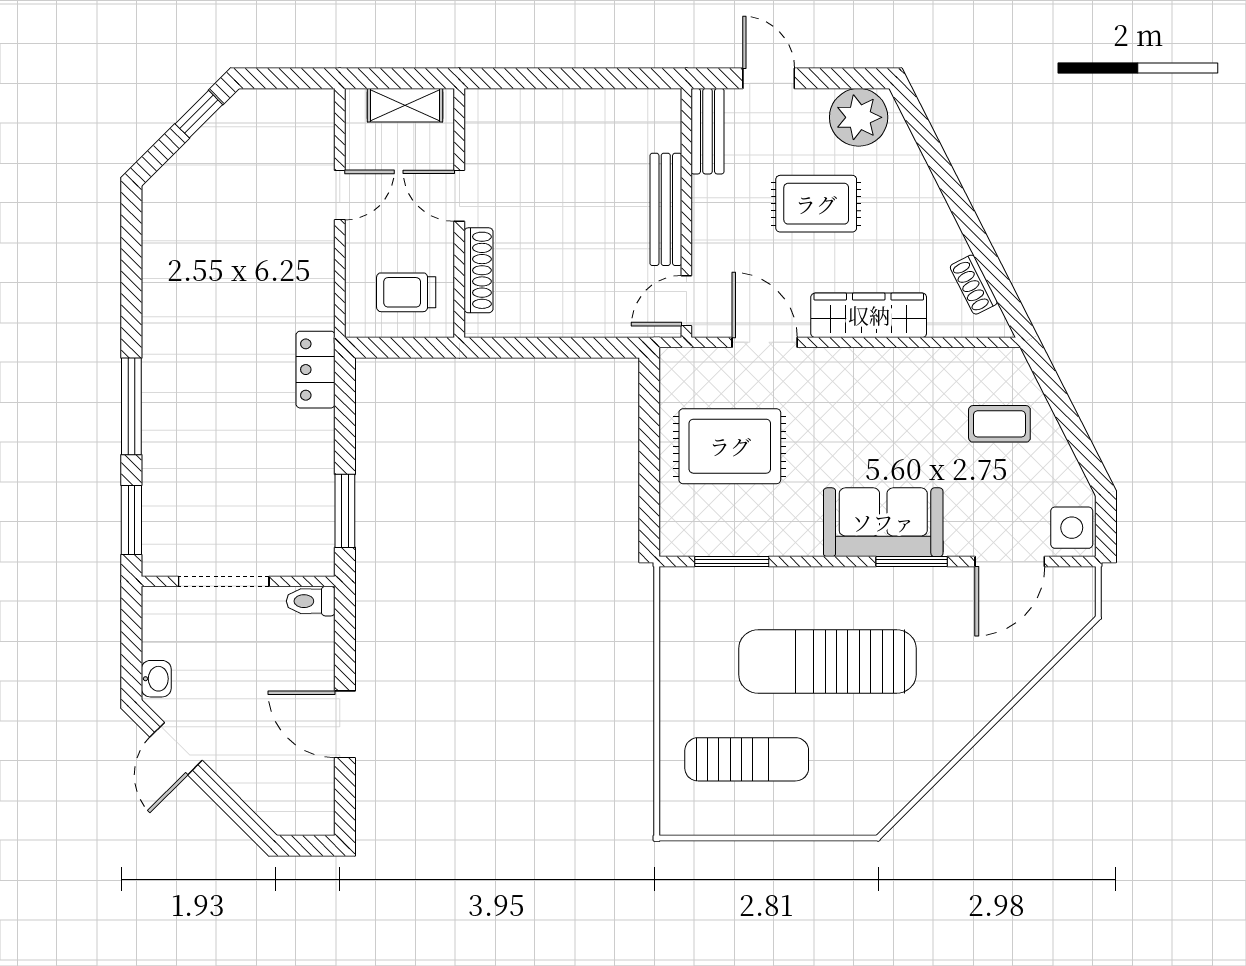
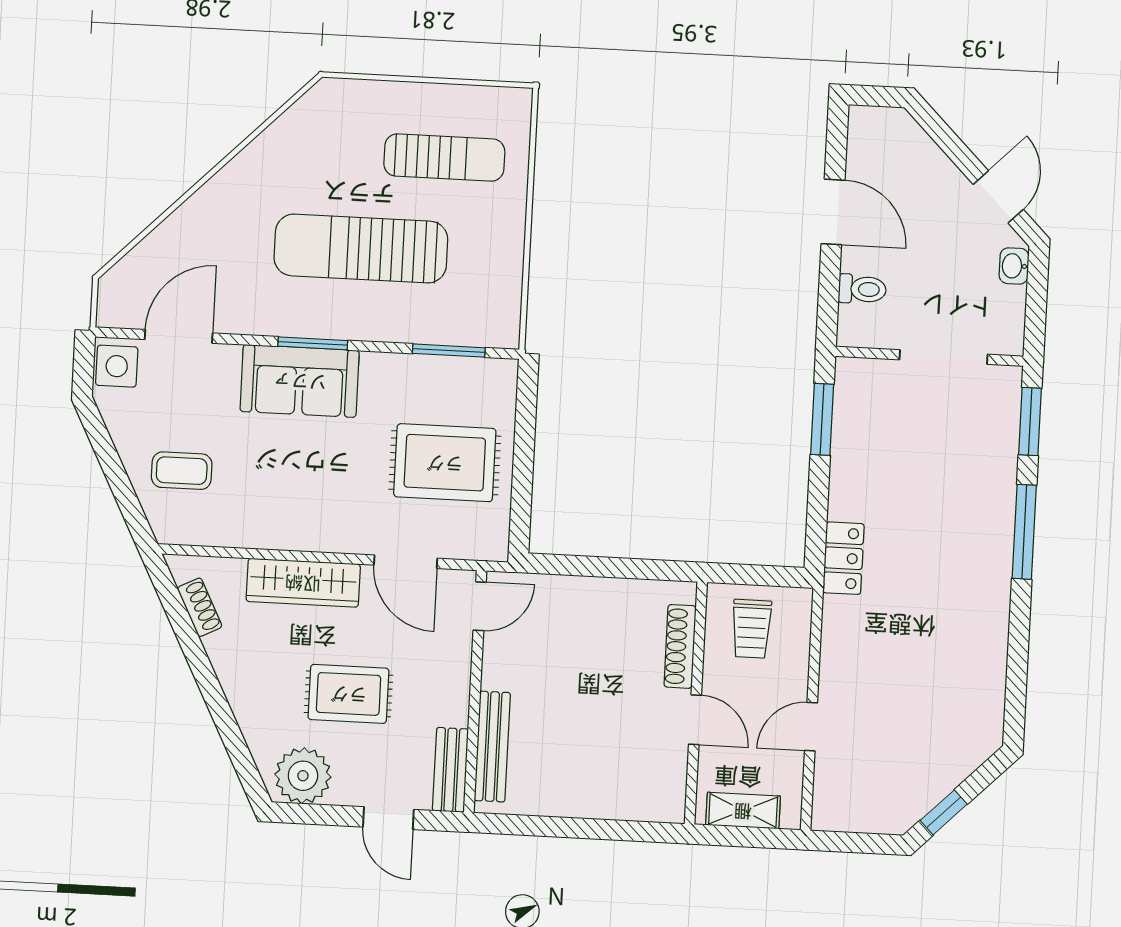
bench: (666, 209) -> (492, 747), moved
trolley: (406, 292) -> (751, 629), turned 90
window: (912, 562) -> (313, 343), moved
toilet: (311, 601) -> (862, 289), moved
sun lounger: (827, 661) -> (361, 249), turned 180
sun lounger: (747, 759) -> (444, 158), turned 180

